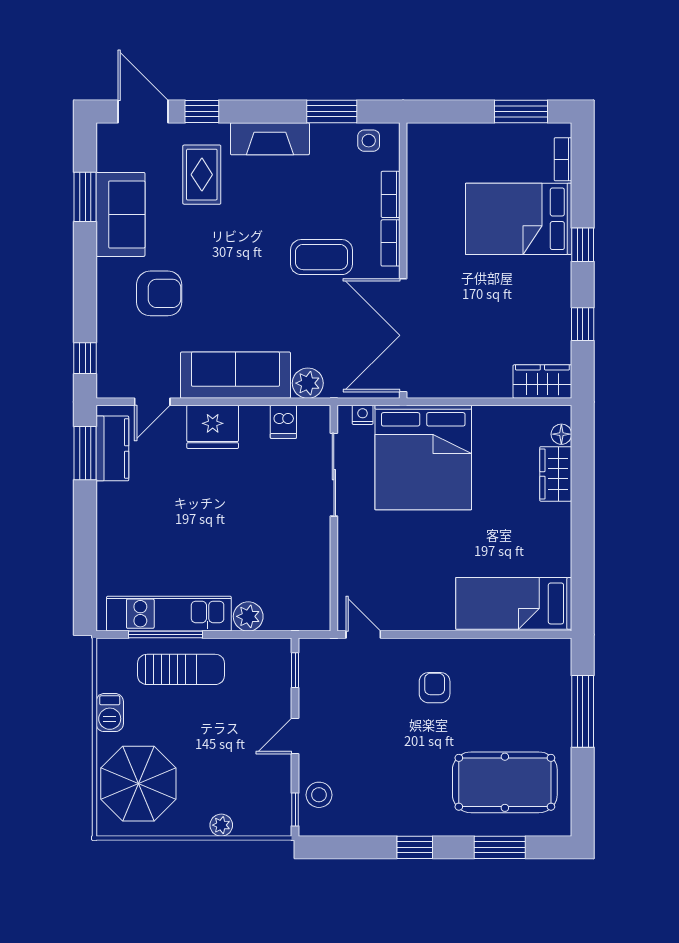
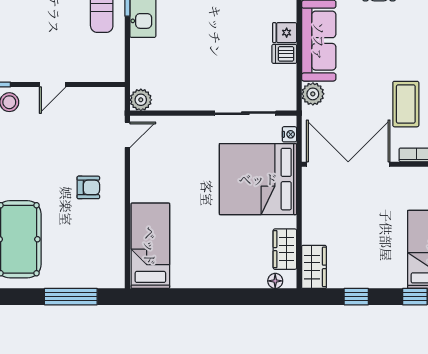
dishwasher: (283, 422) -> (284, 54), moved
fridge: (213, 427) -> (285, 33), width x0.53, depth x0.75
wardrobe: (556, 474) -> (285, 249), moved, turned -90
plant: (248, 616) -> (141, 100), moved
window: (295, 670) -> (101, 85), removed
door: (295, 736) -> (53, 85), swing flipped

